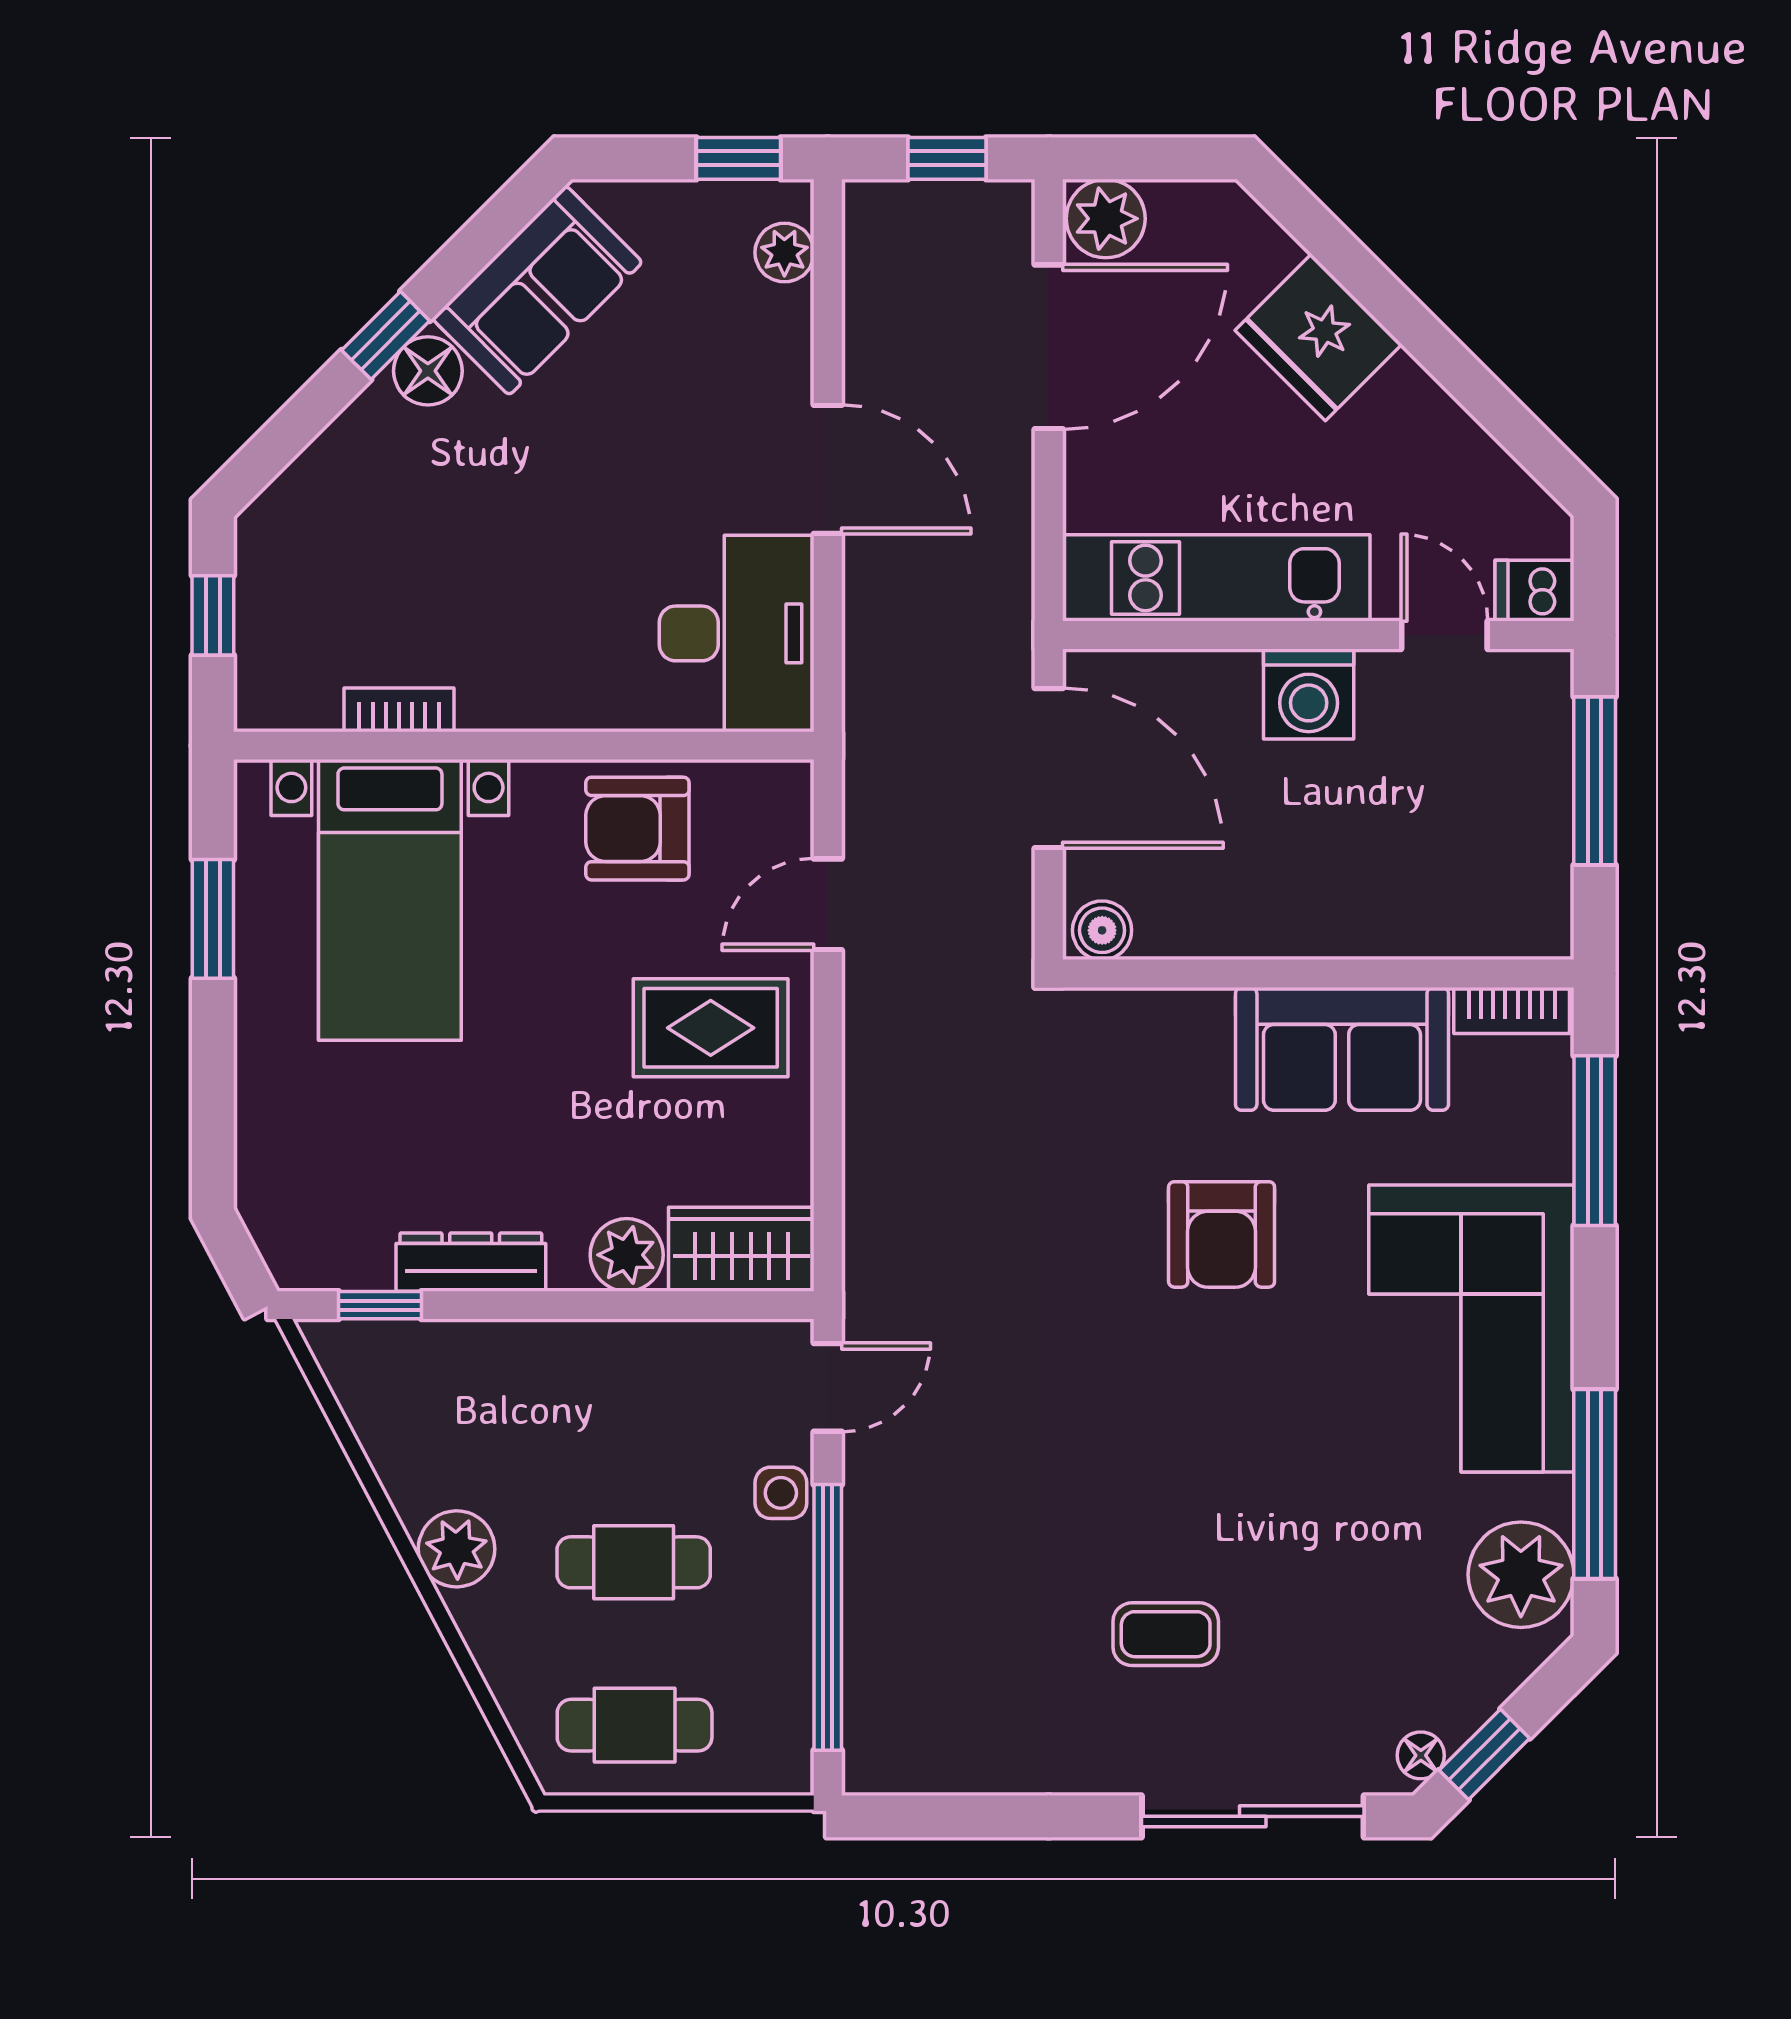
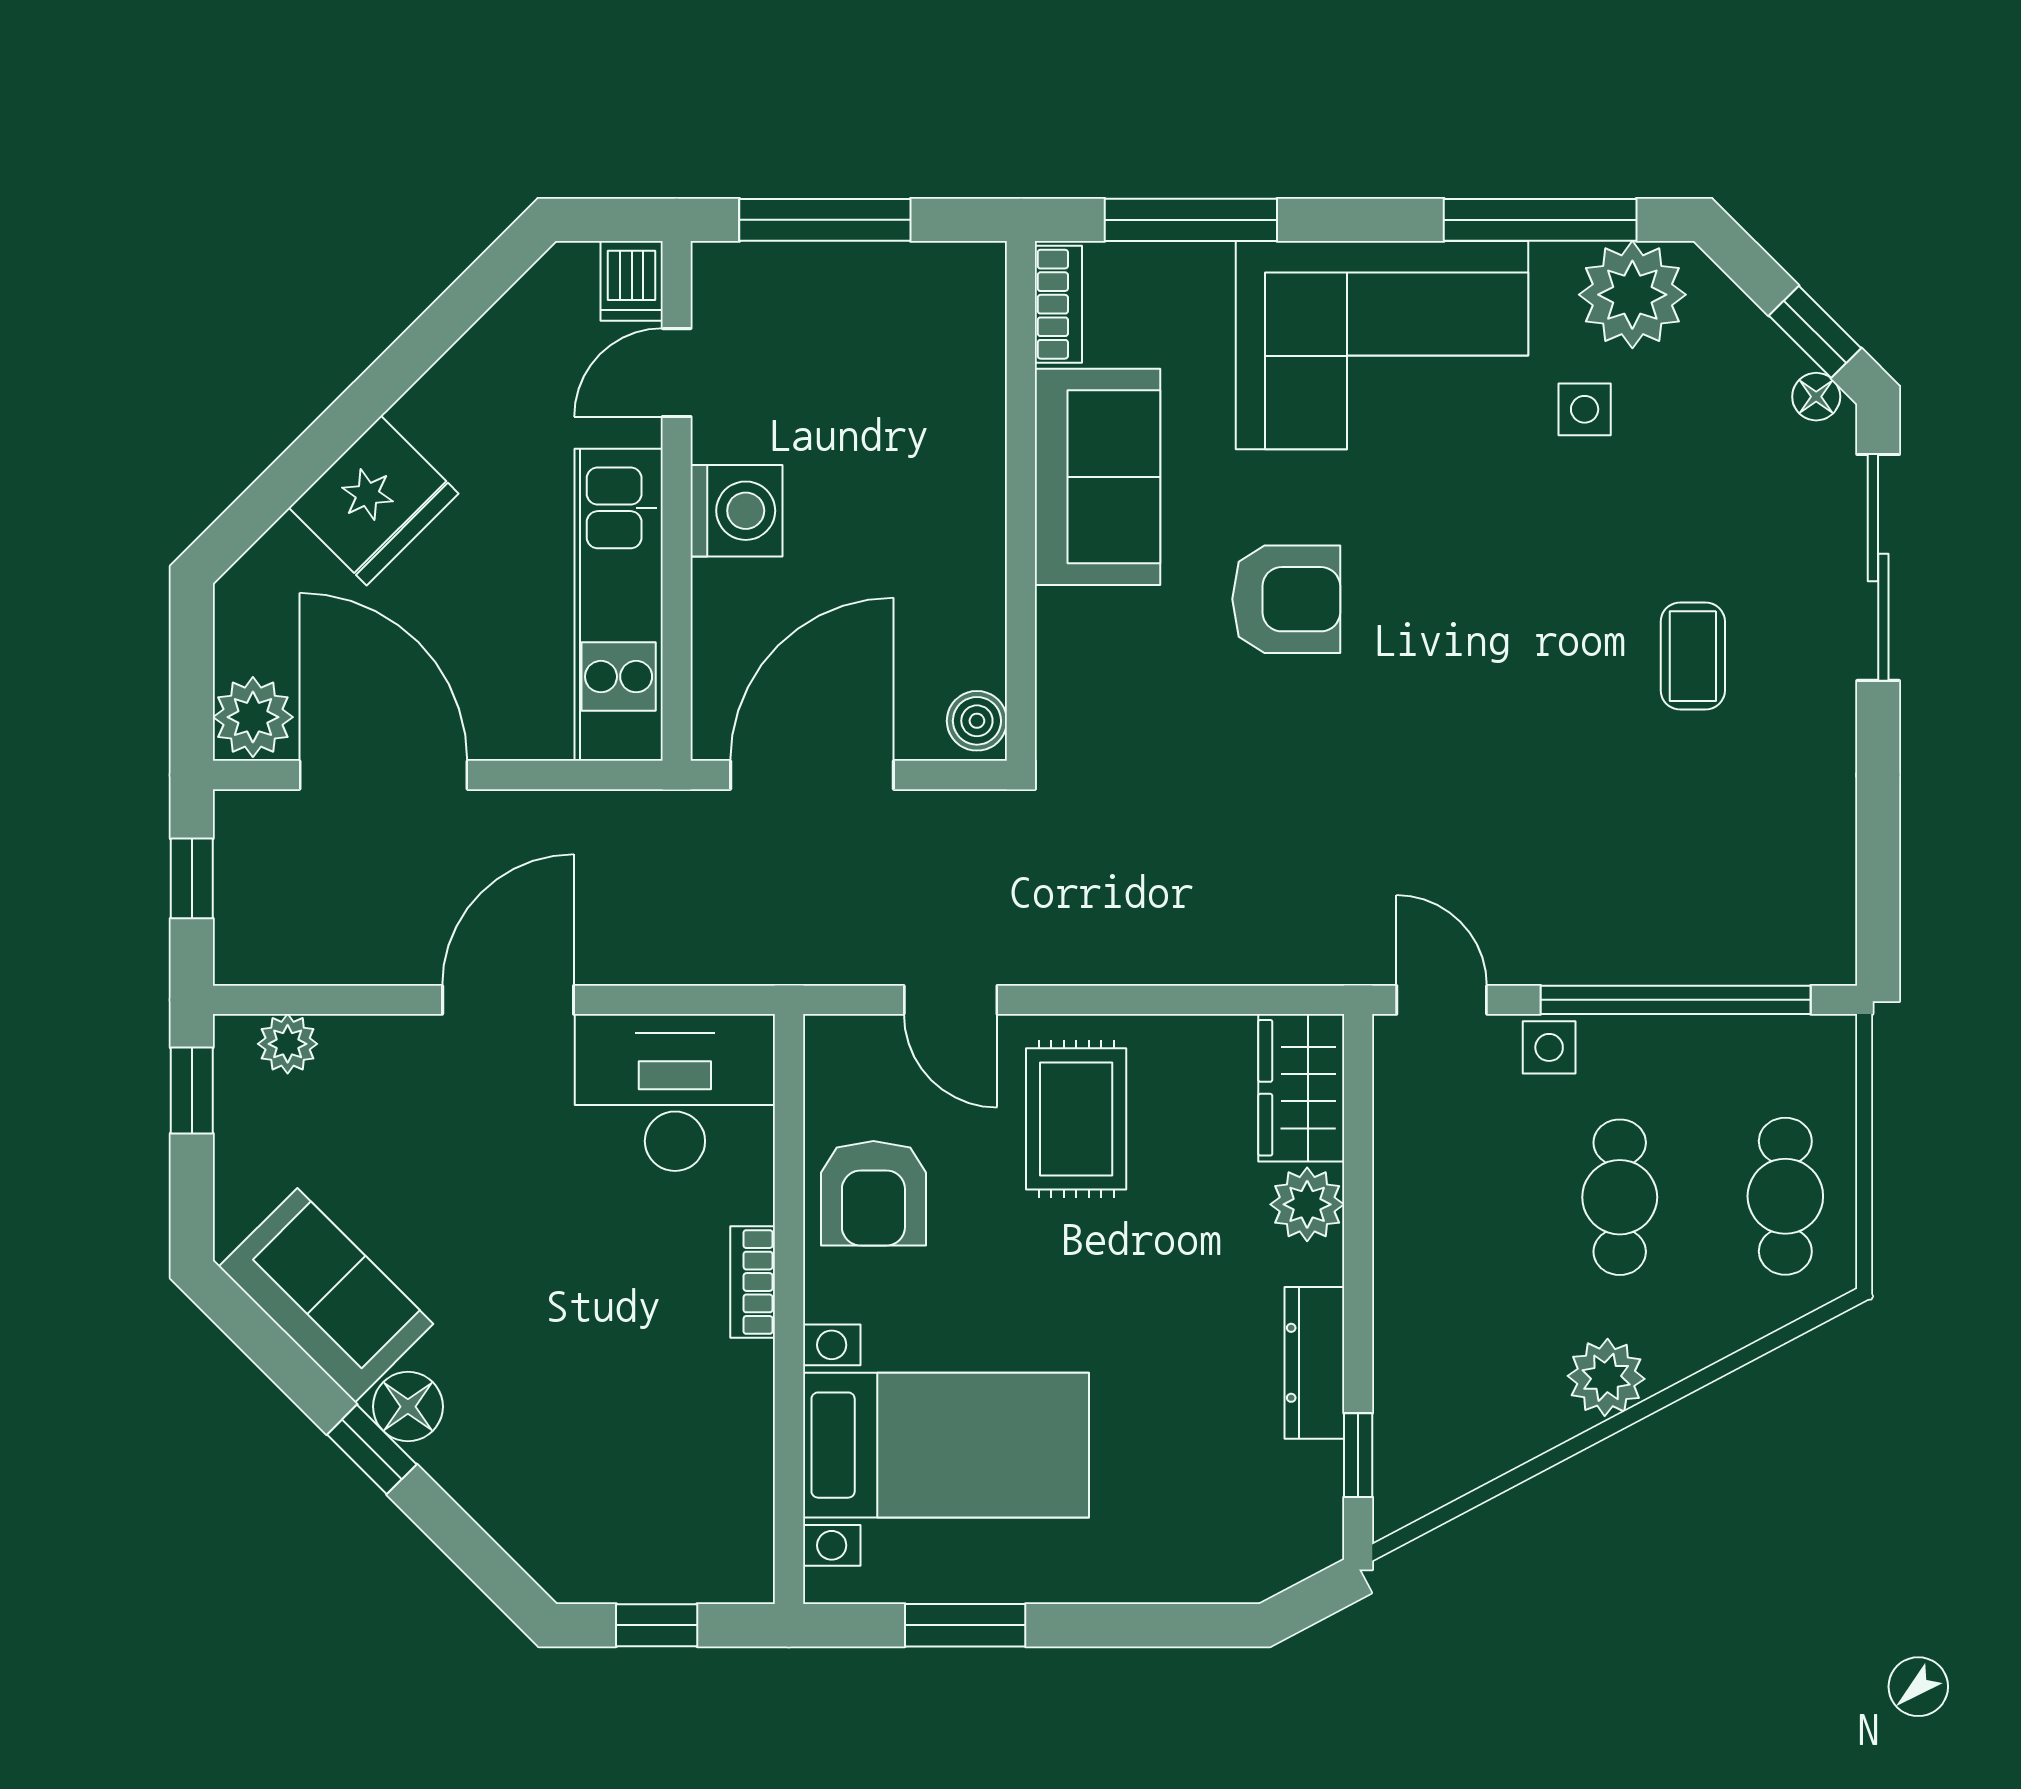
bookcase: (399, 710) -> (753, 1282), moved
side table: (1408, 1528) -> (1585, 409), added

